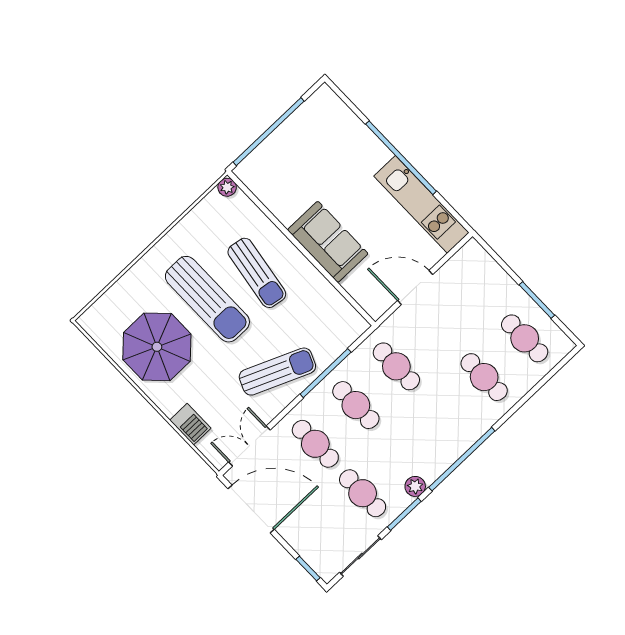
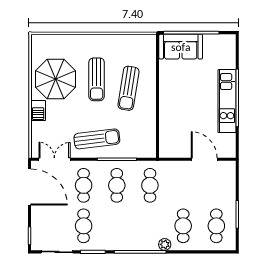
plant: (227, 187) -> (151, 39), removed
kitchen unit: (421, 204) -> (227, 101), moved
sofa: (328, 242) -> (181, 47), moved, turned 90
door: (415, 288) -> (204, 159), moved
sun lounger: (207, 299) -> (97, 79), width x0.73, depth x0.75
sun lounger: (277, 372) -> (97, 139), turned -30
barbecue: (190, 424) -> (38, 111), moved
plant: (415, 486) -> (165, 244), moved

